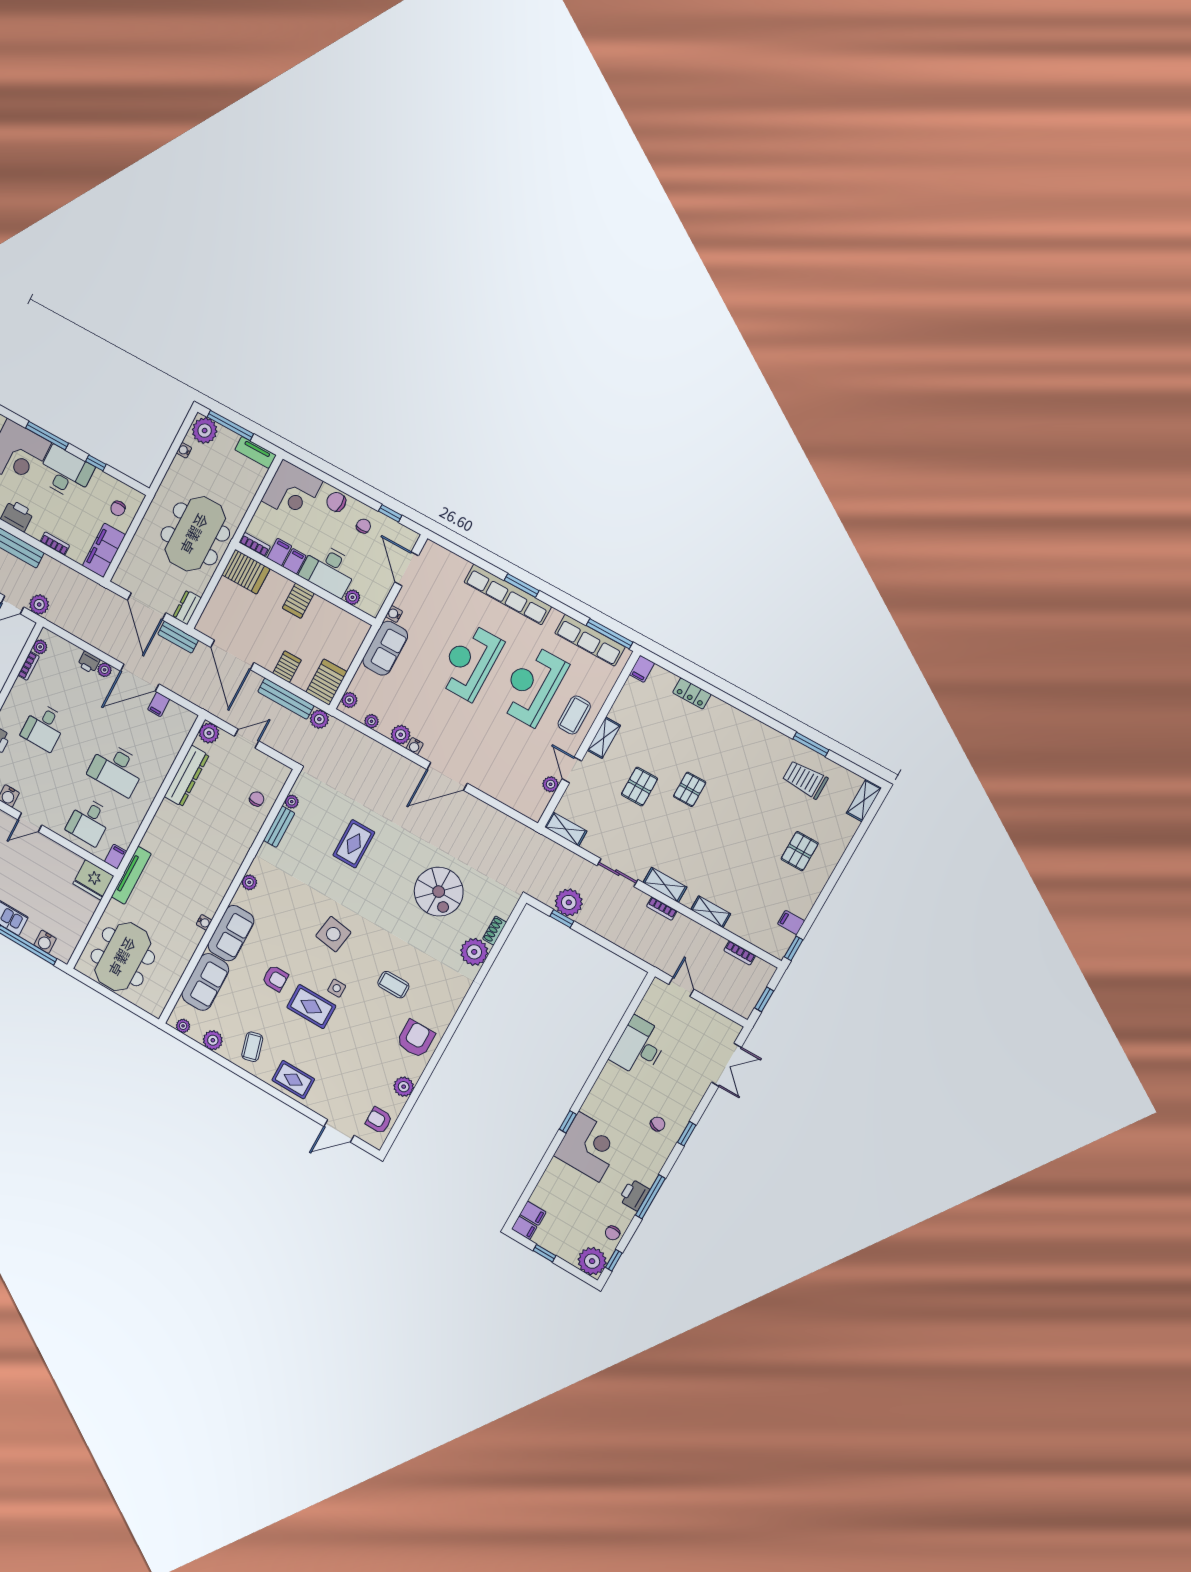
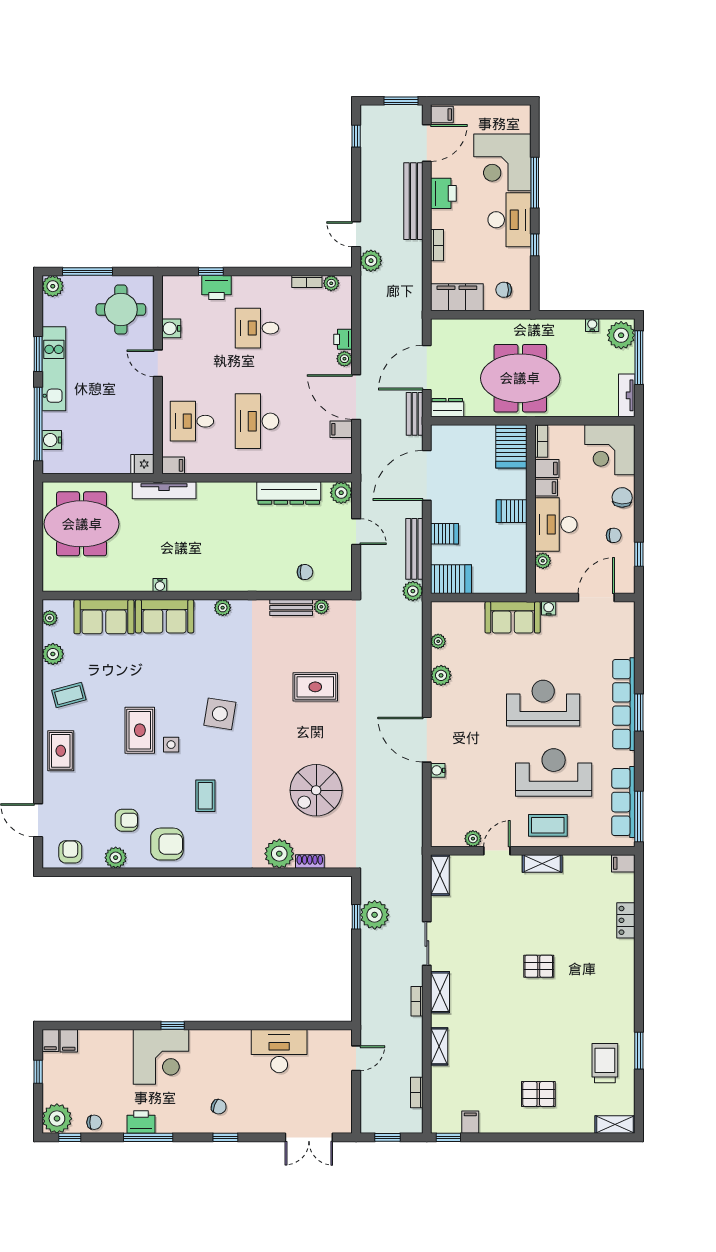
plant: (349, 700) -> (446, 610), removed
water cooler: (415, 746) -> (438, 770), moved
pallet: (639, 787) -> (516, 920), removed
fridge: (93, 880) -> (142, 464), width x0.53, depth x0.75
armchair: (275, 978) -> (127, 820), moved, turned -90
chair: (613, 1233) -> (94, 1122), turned 180

